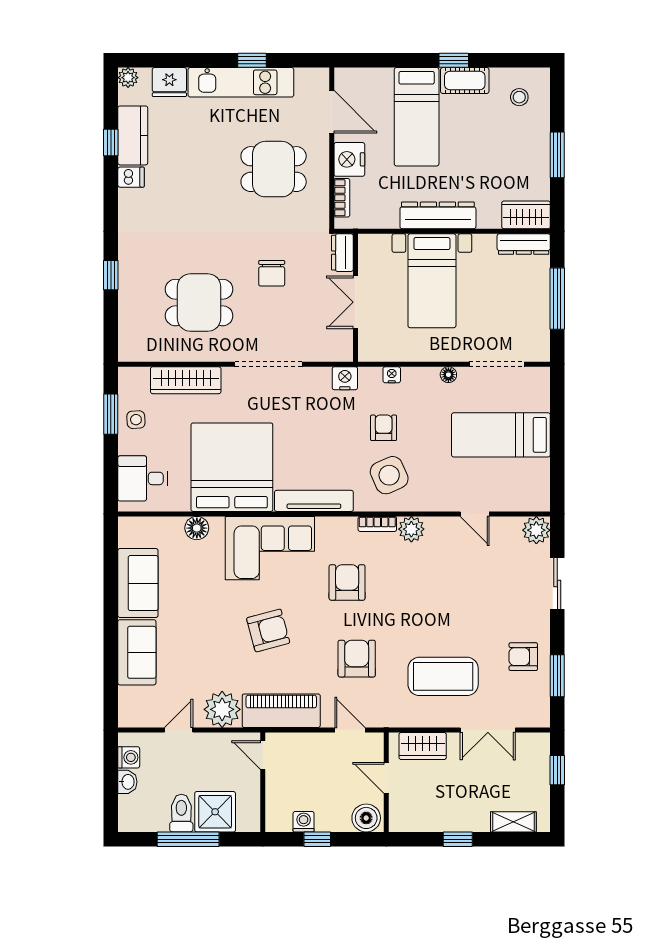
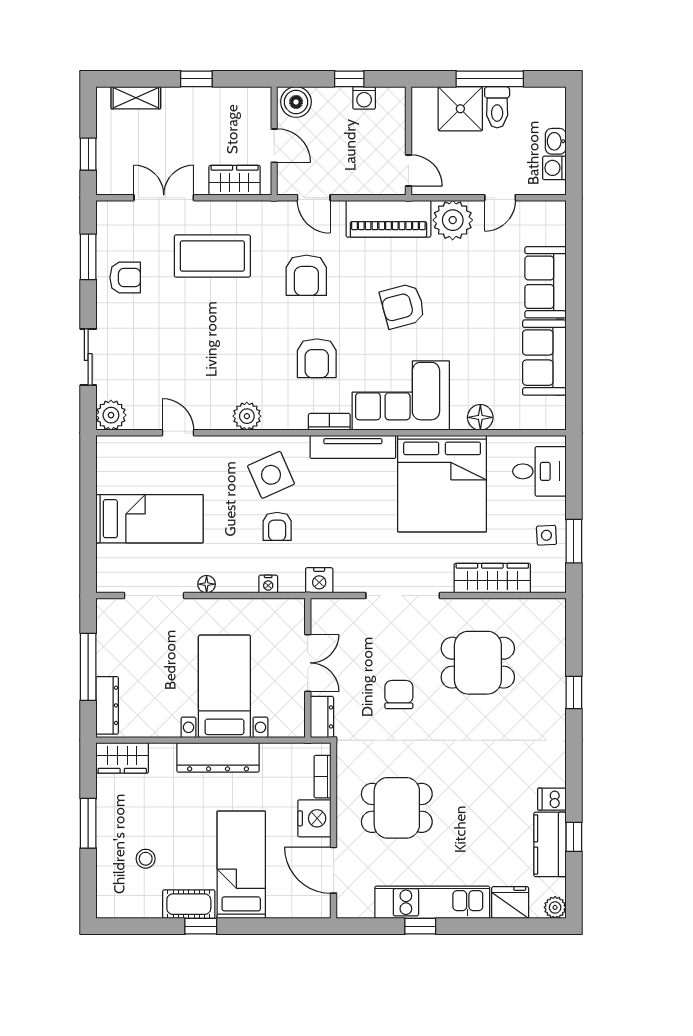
stool: (519, 97) -> (146, 859), moved
dresser: (524, 244) -> (107, 705), moved, turned 90
bookcase: (377, 524) -> (329, 422), moved

